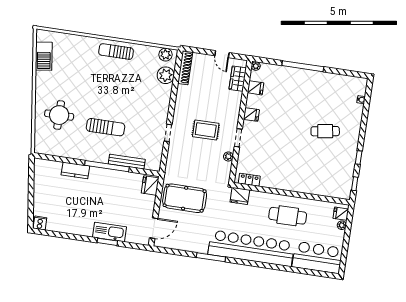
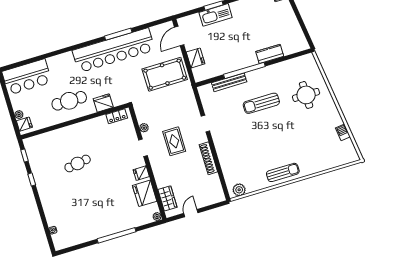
door: (222, 54) -> (191, 213), hinge flipped
barbecue: (44, 56) -> (343, 132), width x0.53, depth x0.65
shoe rack: (185, 68) -> (208, 158), moved
plant: (166, 75) -> (231, 172), removed
fridge: (256, 88) -> (145, 193), width x1.88, depth x1.34
rug: (206, 130) -> (174, 141), turned 90
cafe table: (325, 131) -> (78, 163), moved
fridge: (150, 185) -> (196, 58), moved
fridge: (240, 196) -> (103, 103), moved
bar counter: (251, 248) -> (114, 50), moved

